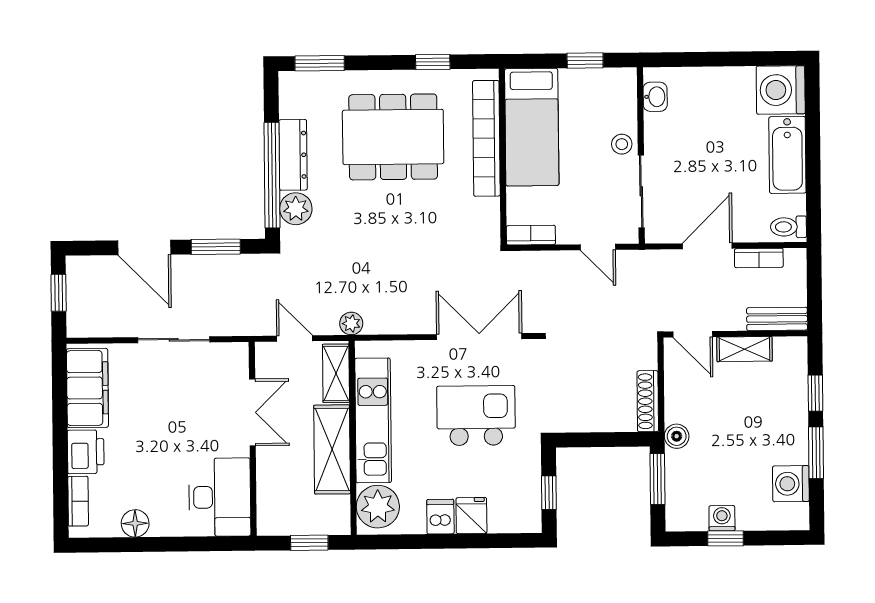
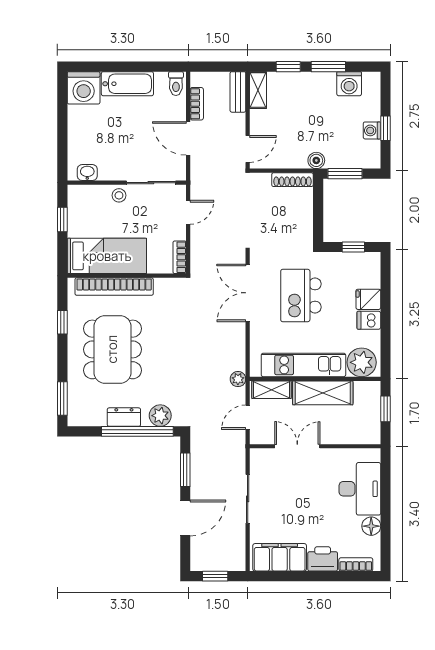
dresser: (293, 155) -> (124, 417), width x0.70
shelving: (745, 349) -> (258, 90), moved
desk: (220, 497) -> (360, 489), moved, turned 90

